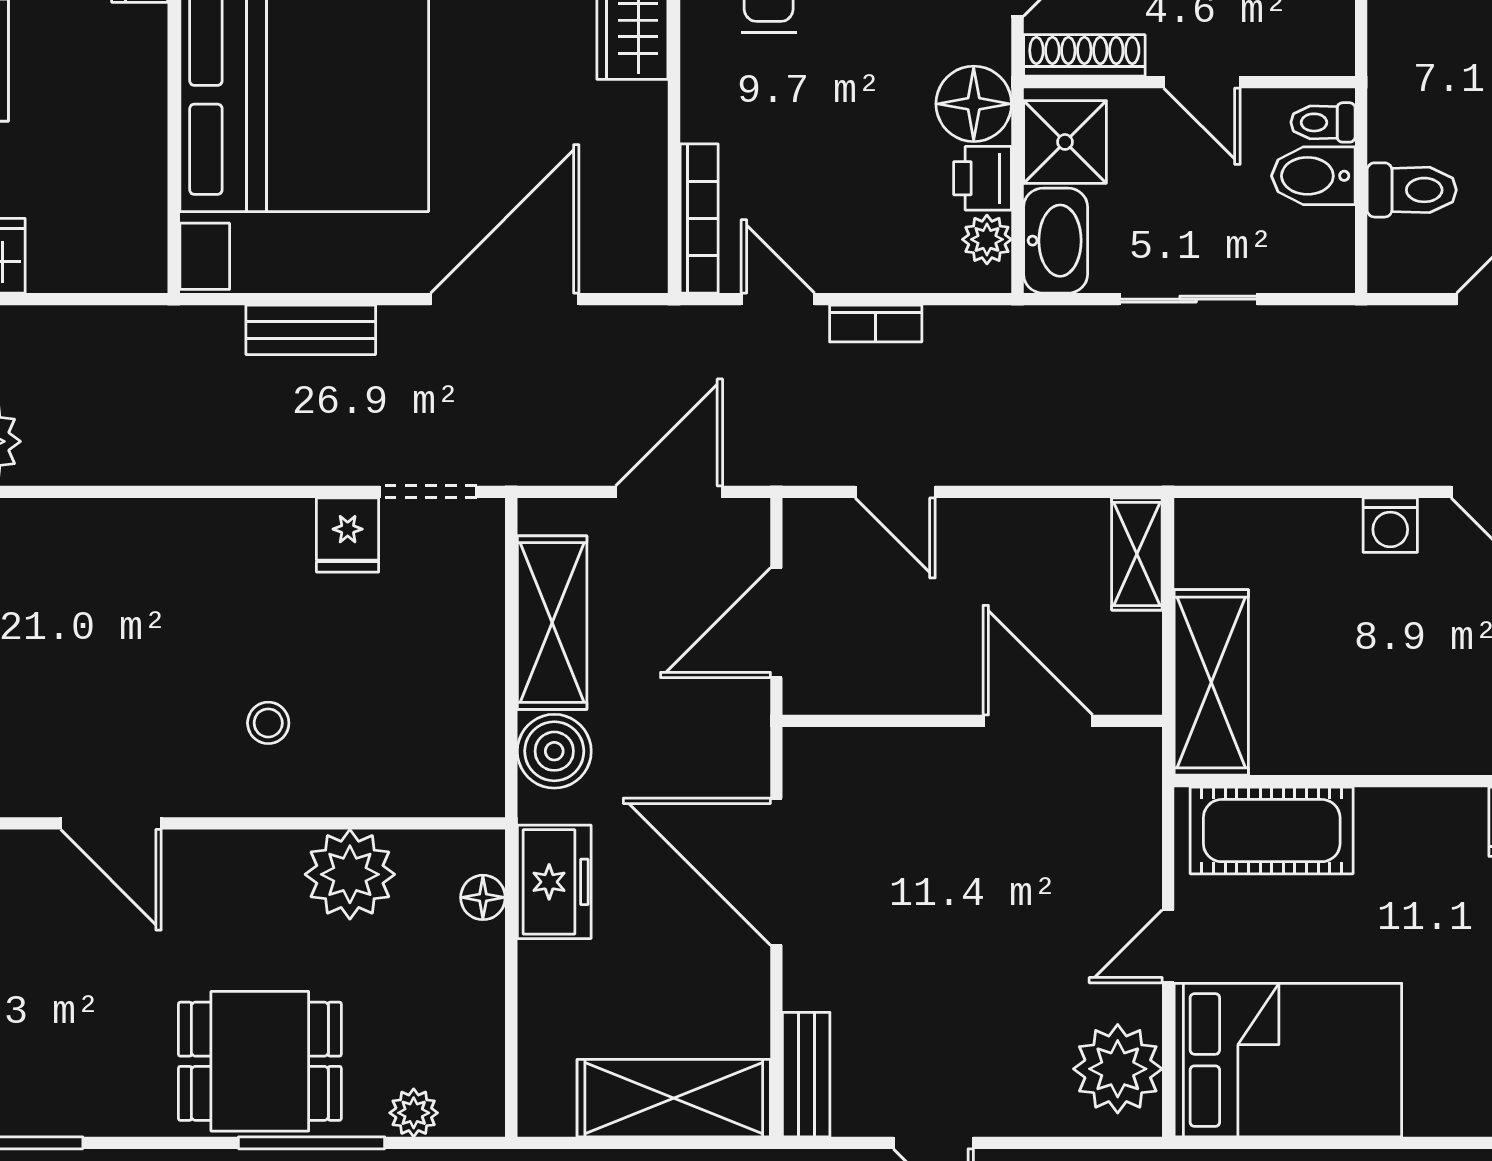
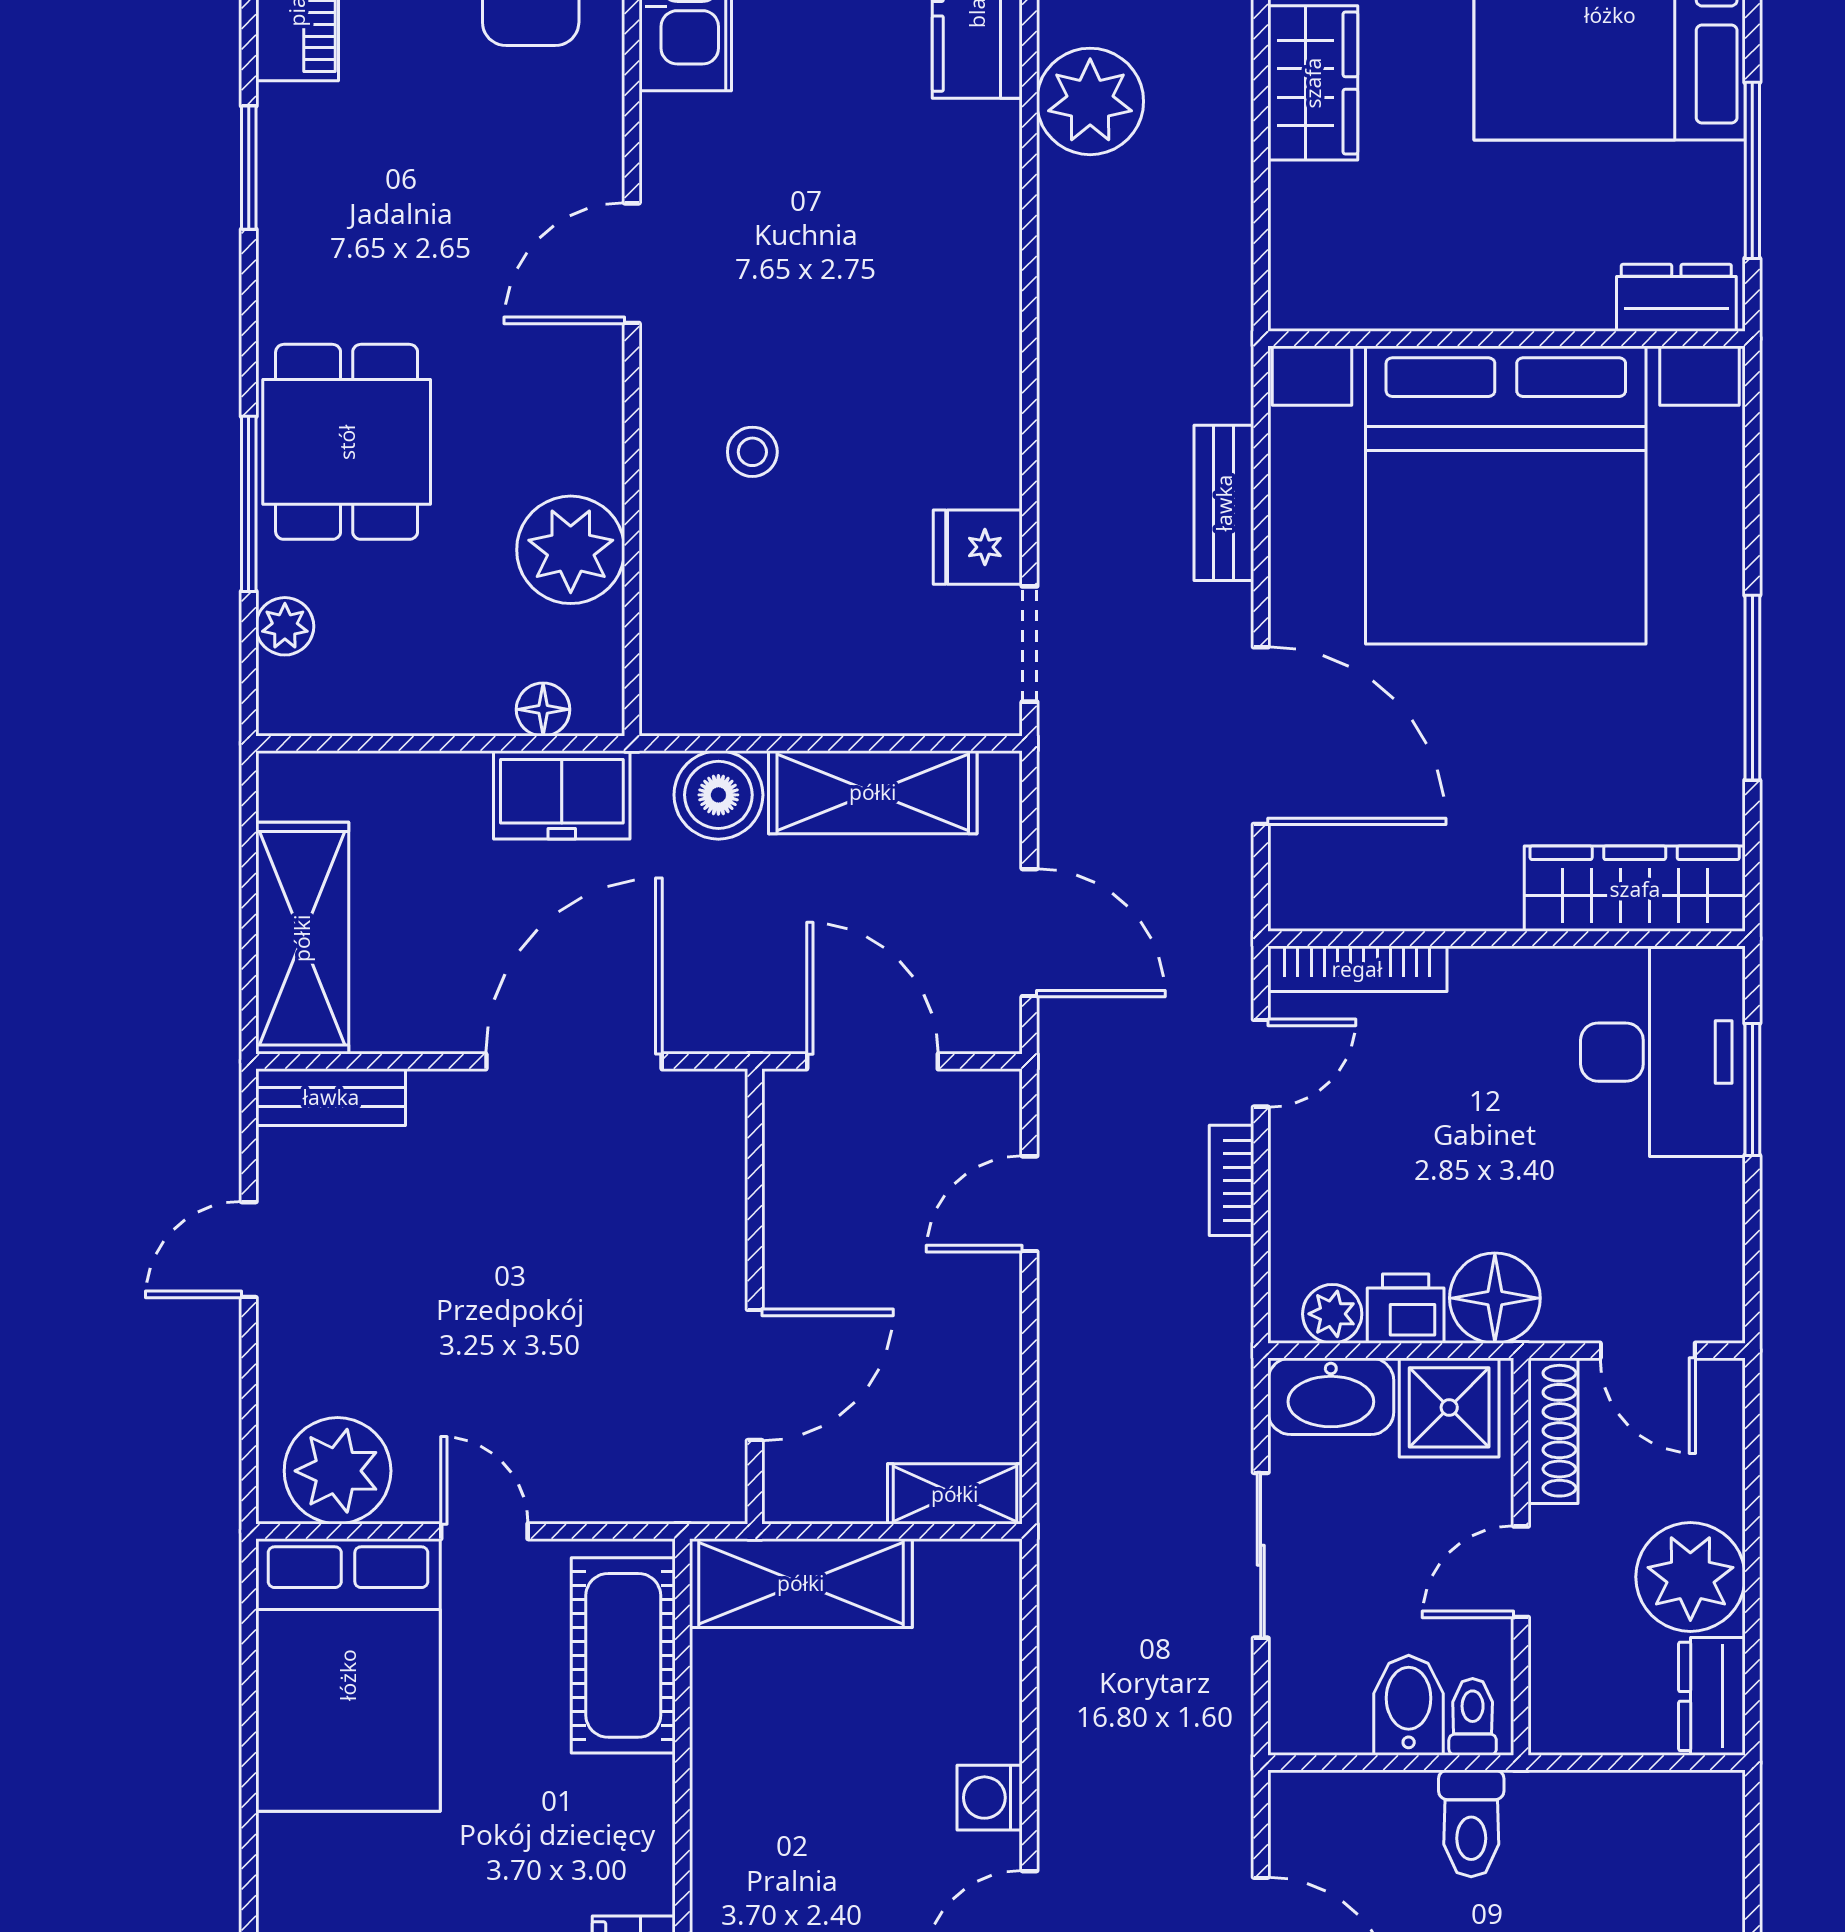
toilet: (1412, 190) -> (1471, 1823), moved

